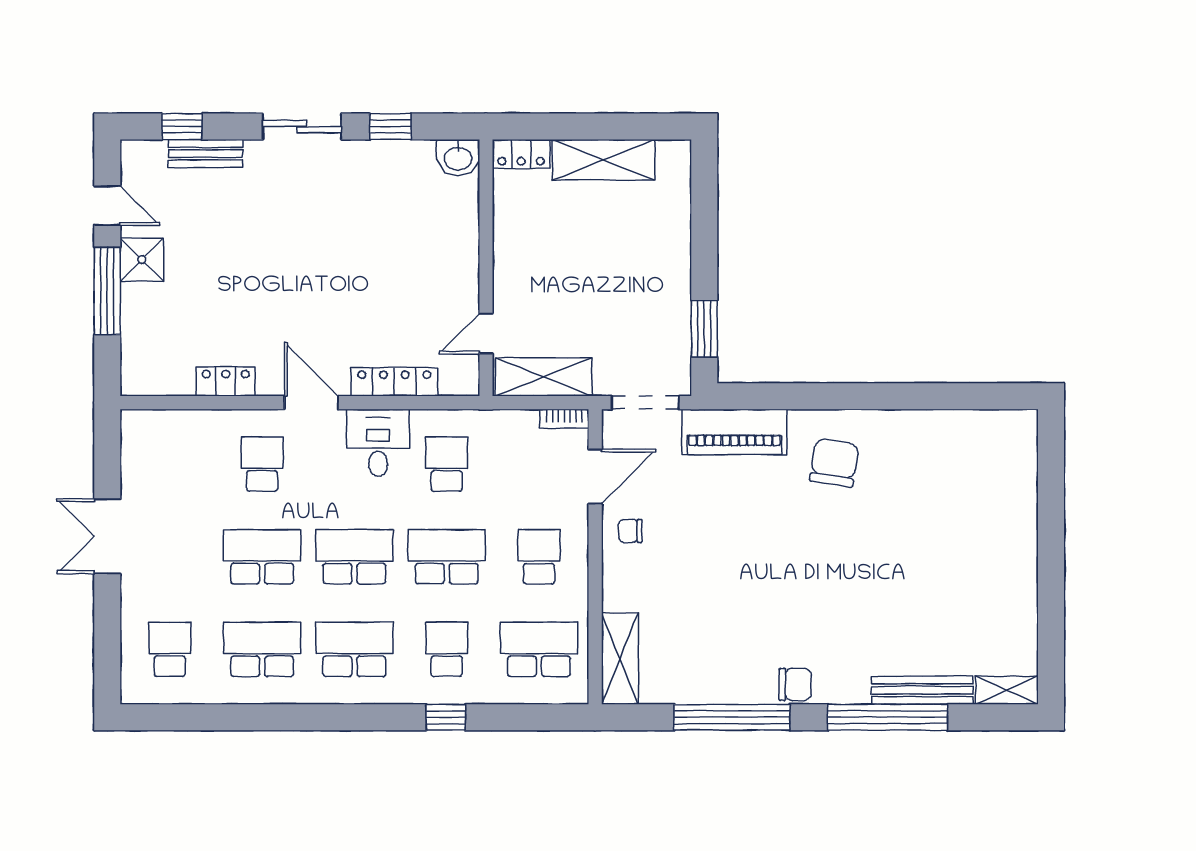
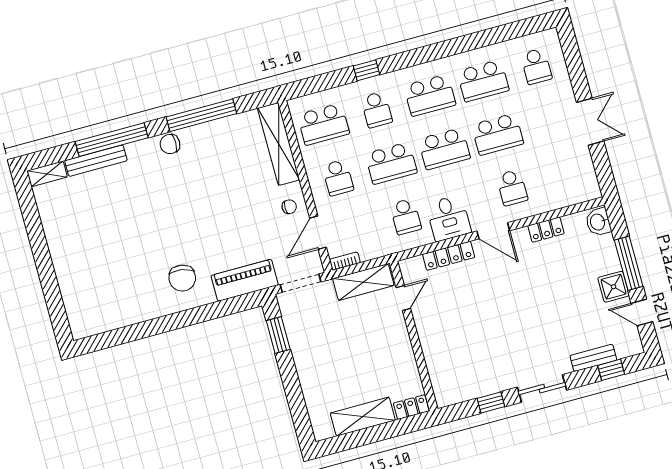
washbasin: (458, 158) -> (598, 222), moved, turned -90
shelving: (620, 658) -> (279, 144), width x1.47

